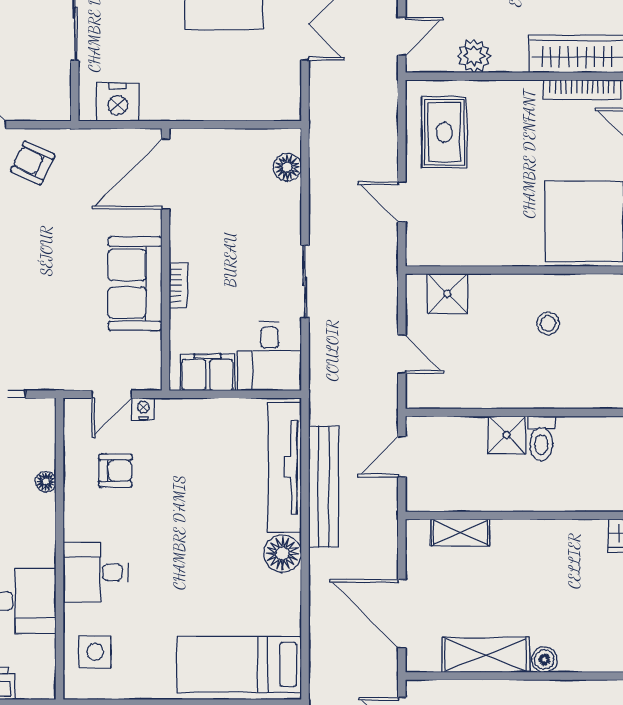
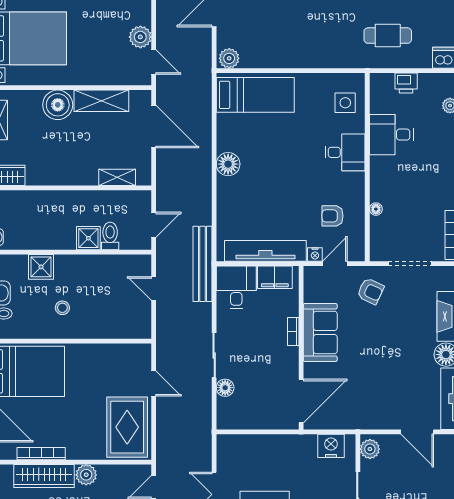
plant: (474, 56) -> (86, 475), moved
plant: (55, 97) -> (370, 449), added
rug: (444, 132) -> (127, 427), width x1.36, depth x1.43
armchair: (33, 163) -> (371, 291), moved
floor lamp: (287, 167) -> (225, 388), moved
sliding door: (305, 282) -> (214, 355), moved
shower: (447, 294) -> (41, 267), moved
toilet: (541, 438) -> (110, 236), moved
tv unit: (285, 467) -> (265, 251), moved, turned -90
bench: (324, 487) -> (202, 264), moved
boiler: (544, 660) -> (58, 105), width x1.86, depth x1.86

